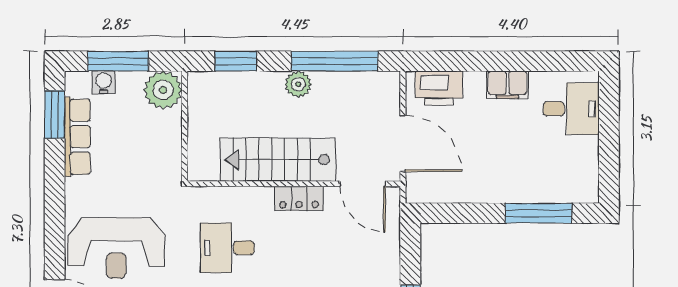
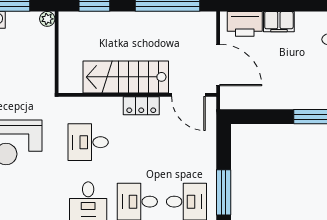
plant: (298, 84) -> (141, 21), removed
filing cabinet: (507, 85) -> (279, 22), moved
plant: (163, 90) -> (47, 19), width x0.53, depth x0.53

